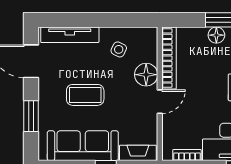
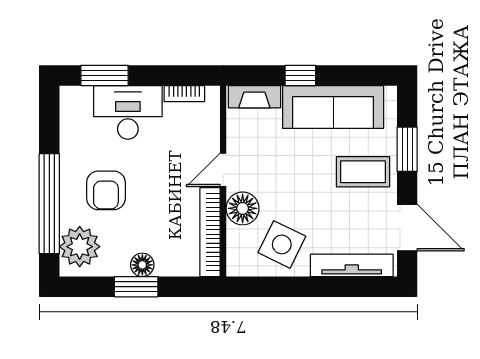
side table: (119, 49) -> (282, 244), width x1.87, depth x1.87
coffee table: (85, 95) -> (363, 172), moved

